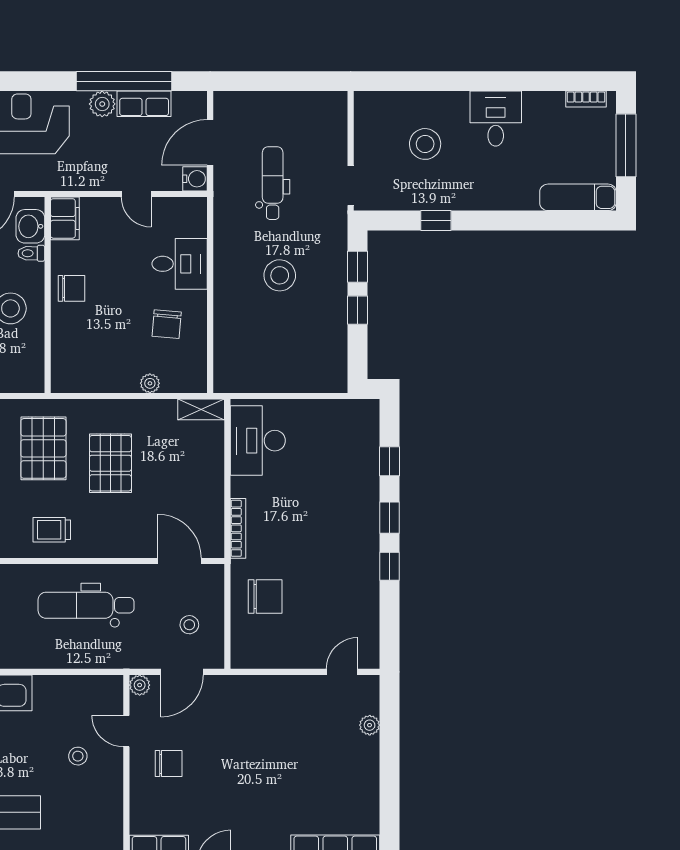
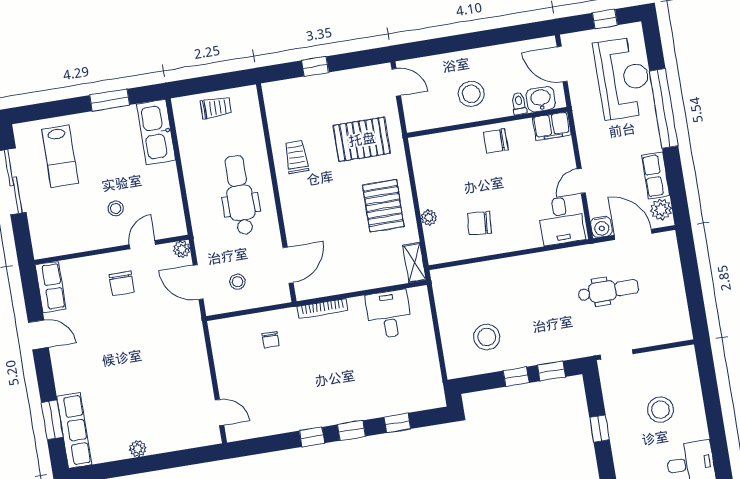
window: (124, 81) -> (664, 108), moved
plant: (102, 104) -> (661, 209), moved
desk: (180, 264) -> (561, 221), moved
stool: (280, 275) -> (487, 337), moved
chair: (72, 288) -> (496, 141), turned 90
desk: (258, 441) -> (389, 314), width x0.73
pallet: (110, 463) -> (383, 206), moved, turned 90
chair: (265, 596) -> (271, 340), width x0.54, depth x0.54
plant: (370, 725) -> (138, 449), moved

